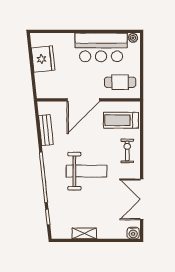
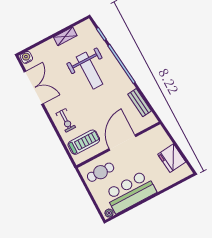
weight bench: (87, 171) -> (90, 71), moved, turned -90

